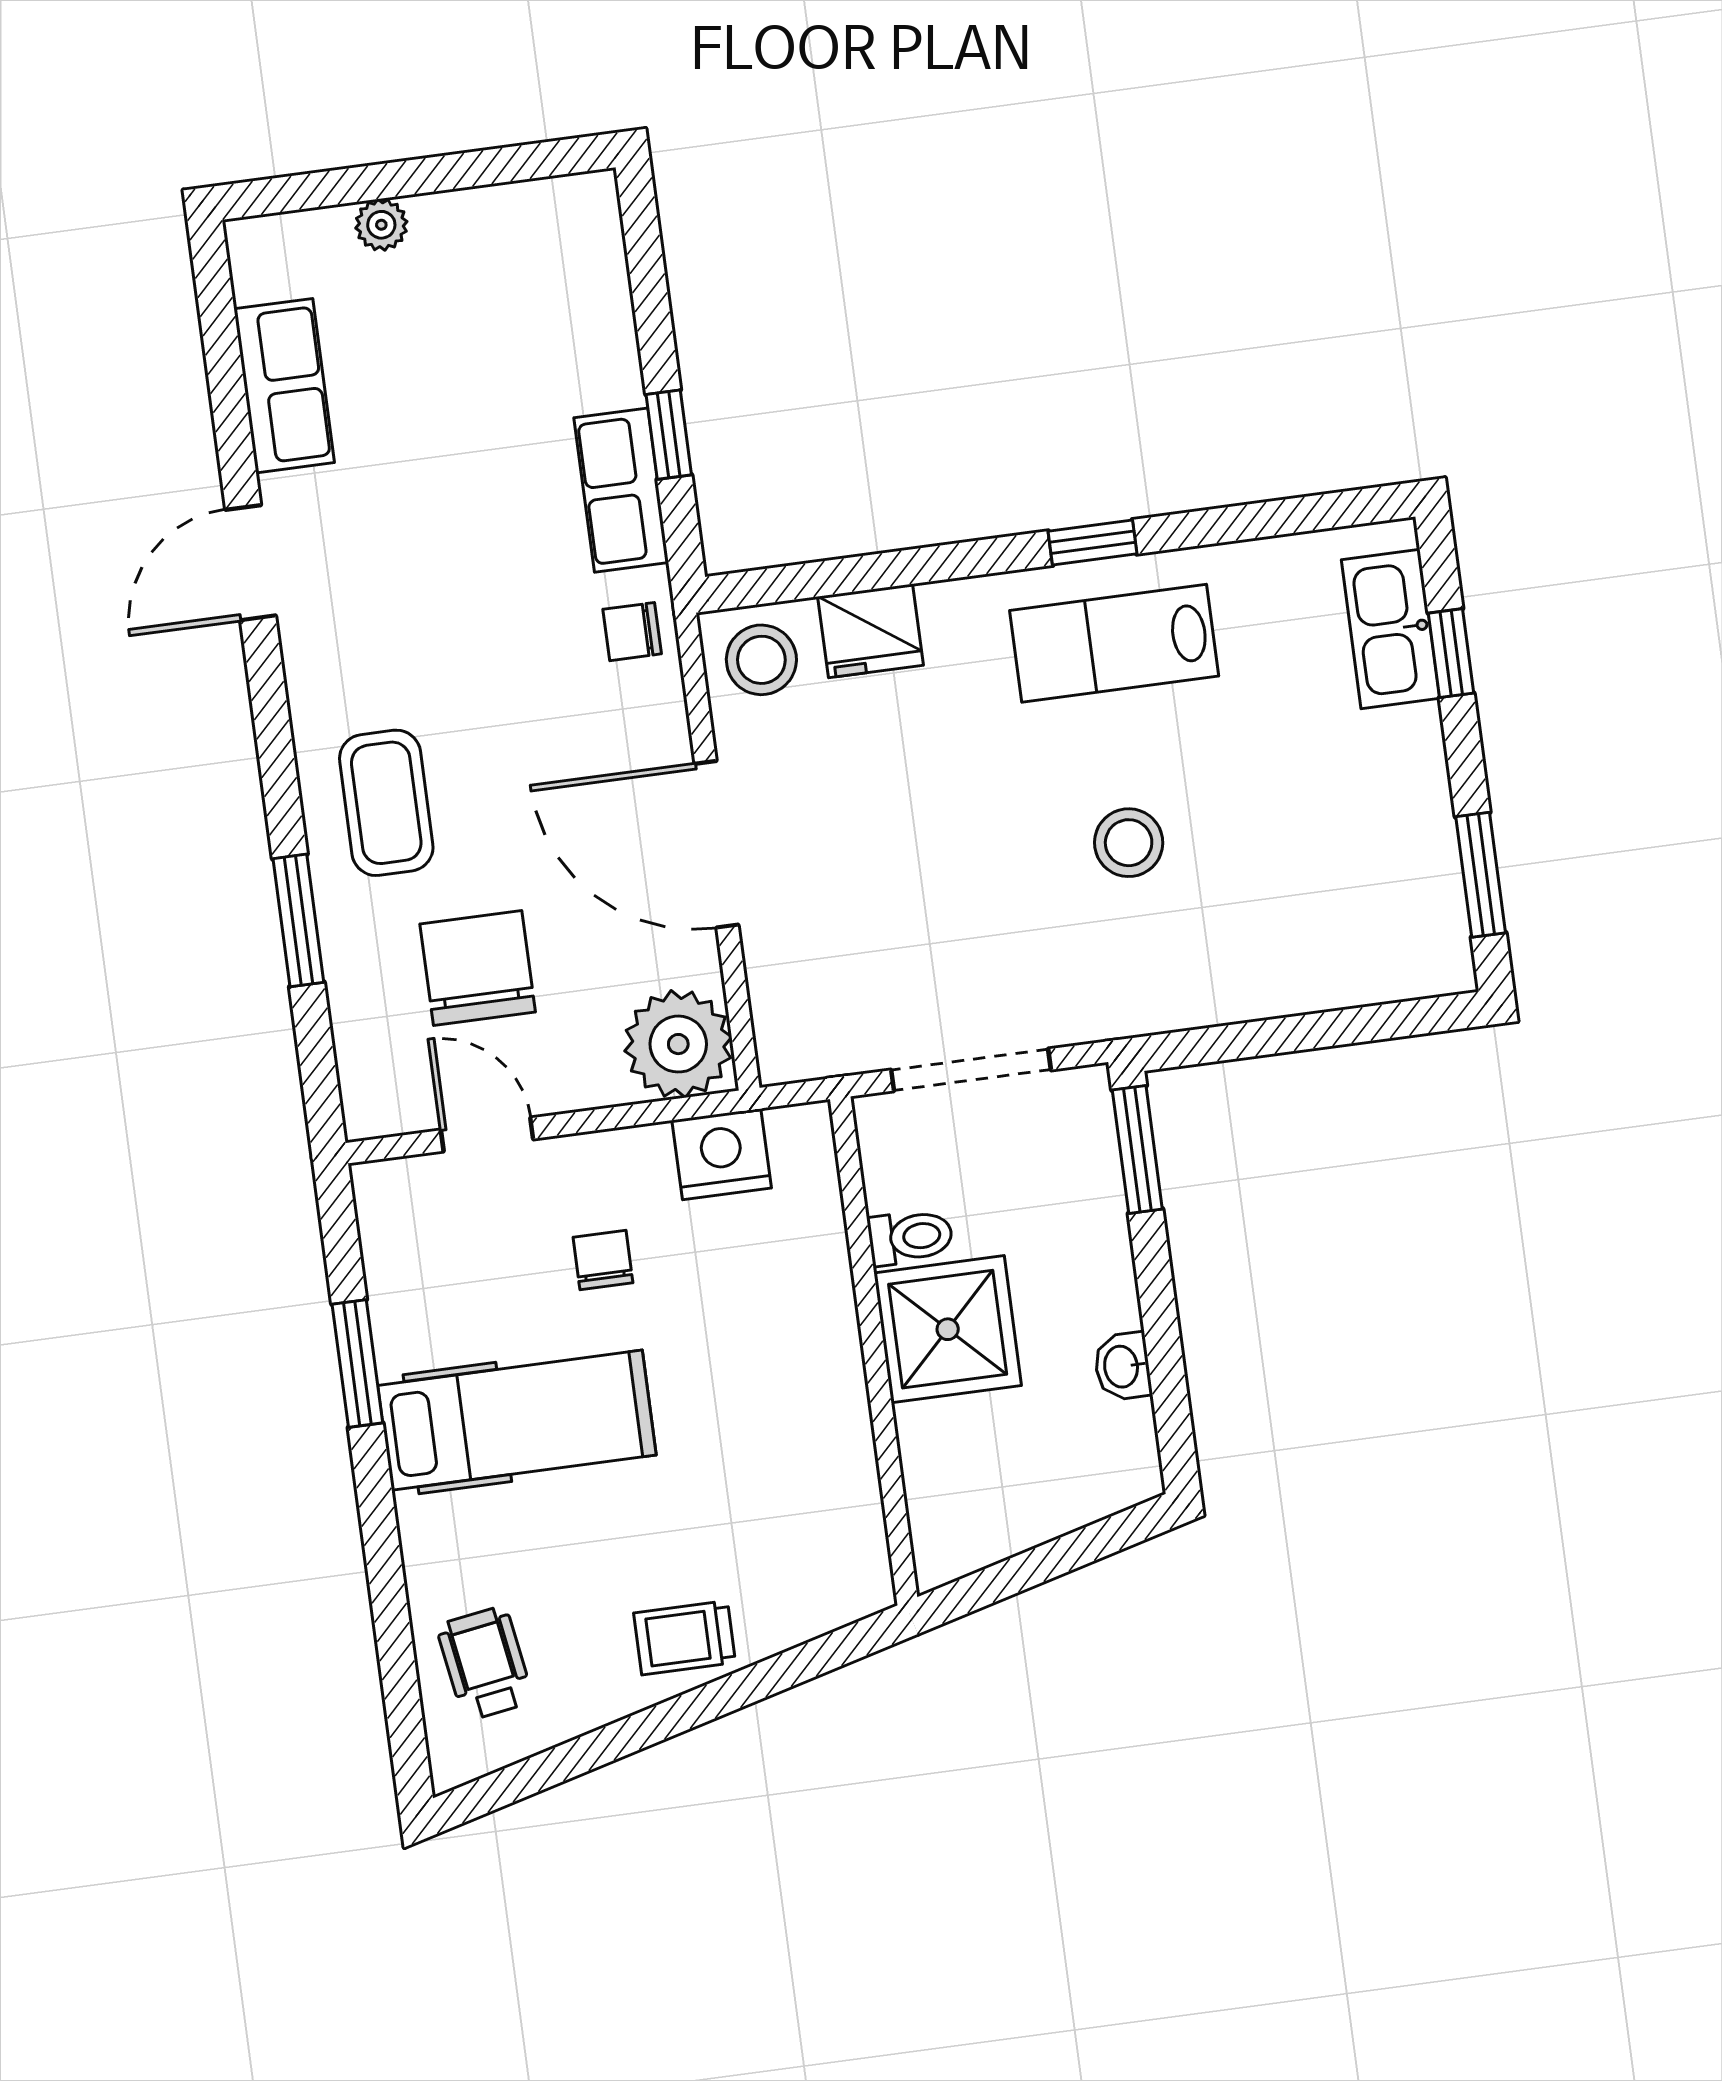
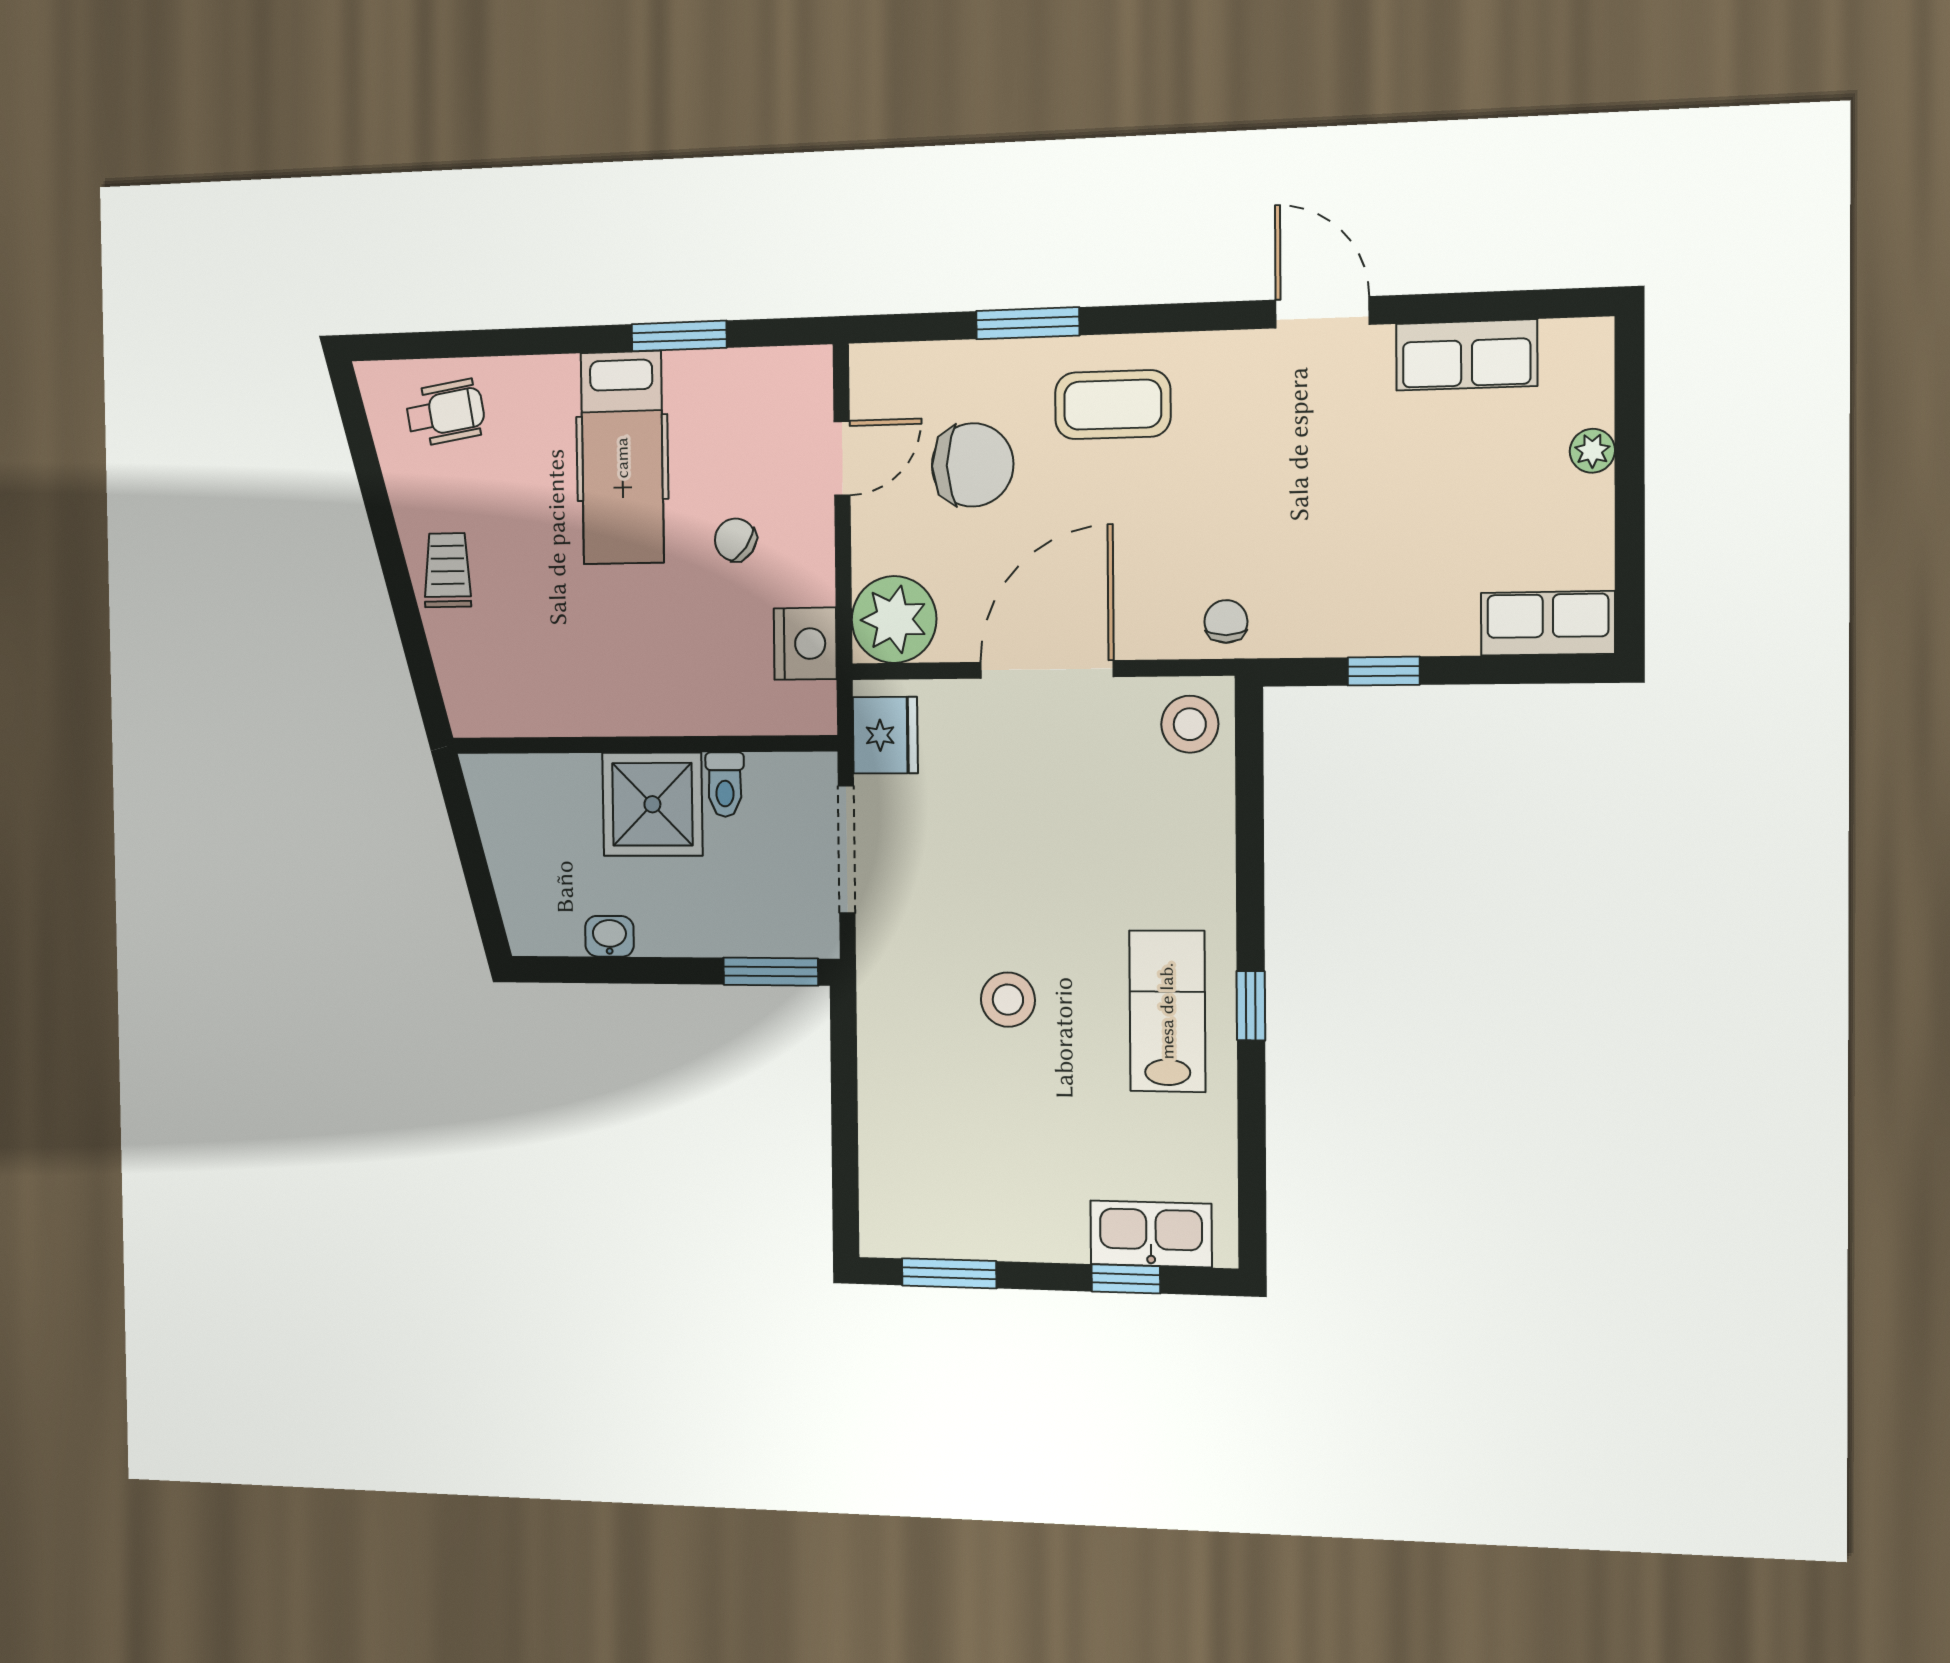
row of seats: (621, 490) -> (1548, 623), moved
fridge: (870, 631) -> (885, 735), moved, turned 180
chair: (603, 1260) -> (735, 540), turned -144

